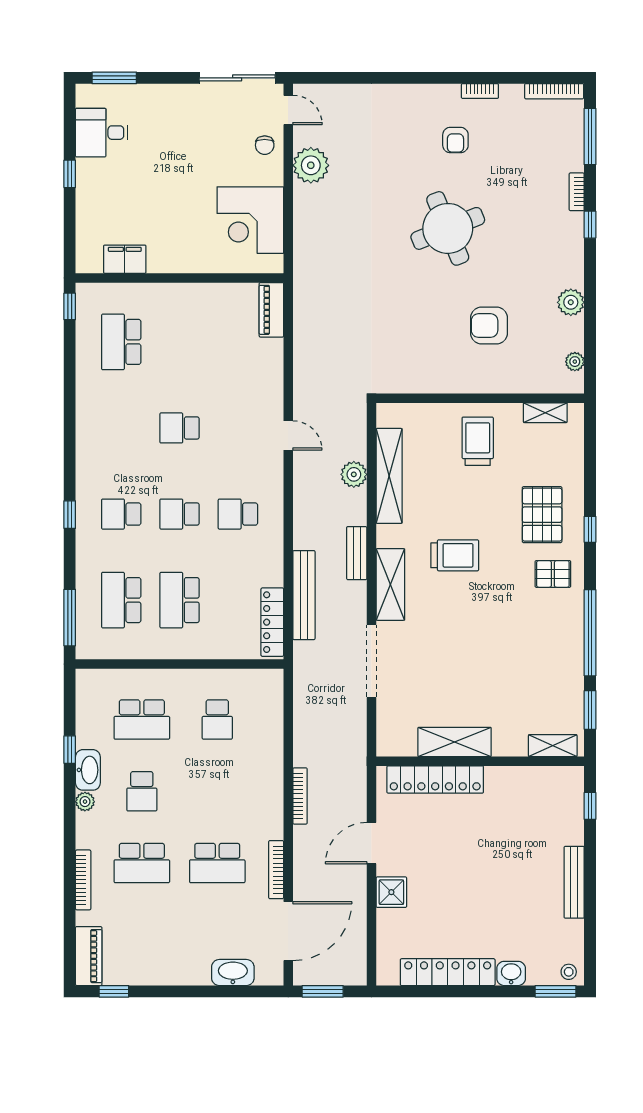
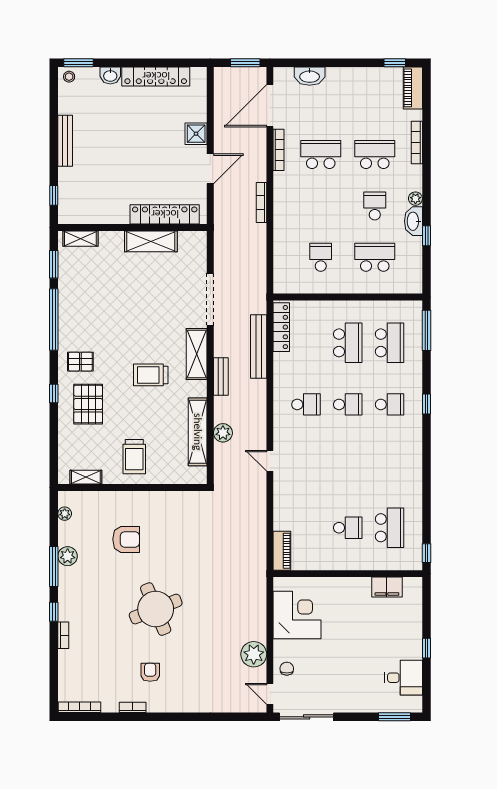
window: (590, 137) -> (54, 567), moved
school desk: (180, 428) -> (348, 528), moved

